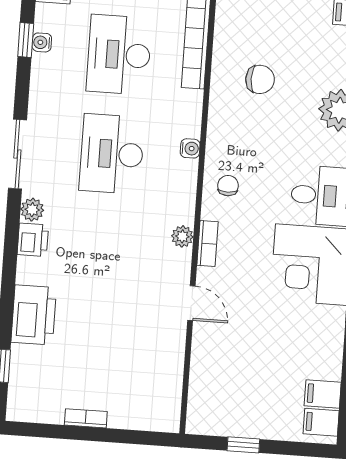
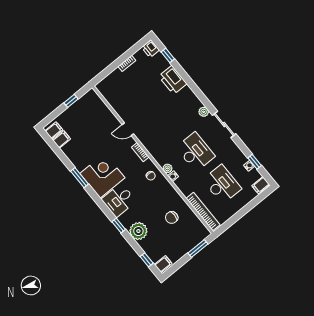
plant: (182, 236) -> (167, 168), moved
printer: (33, 240) -> (151, 49), moved

